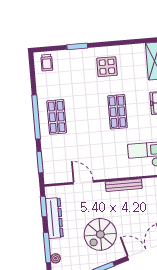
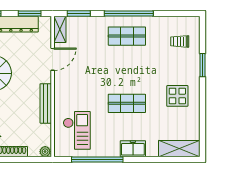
trolley: (47, 63) -> (180, 41), moved
shelving: (56, 178) -> (60, 29), added

